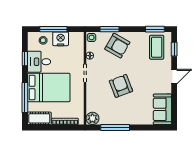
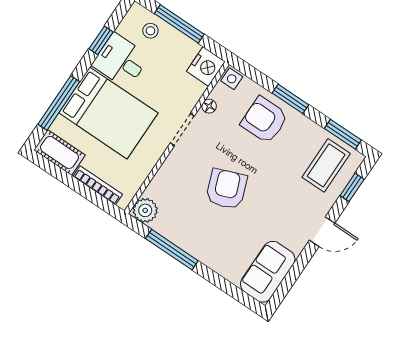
window: (109, 29) -> (290, 99), moved
nightstand: (61, 39) -> (206, 66), moved, turned 90
armchair: (117, 46) -> (264, 120), turned 150

